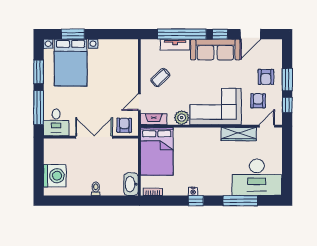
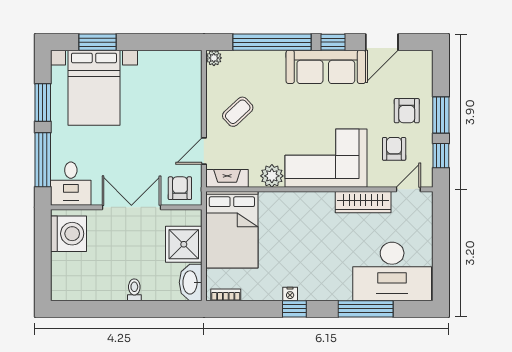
plant: (145, 44) -> (214, 58), added
tv unit: (175, 45) -> (261, 59), removed
shower: (127, 160) -> (184, 244), added
washing machine: (55, 176) -> (69, 234), moved

